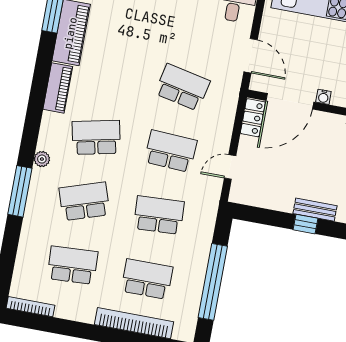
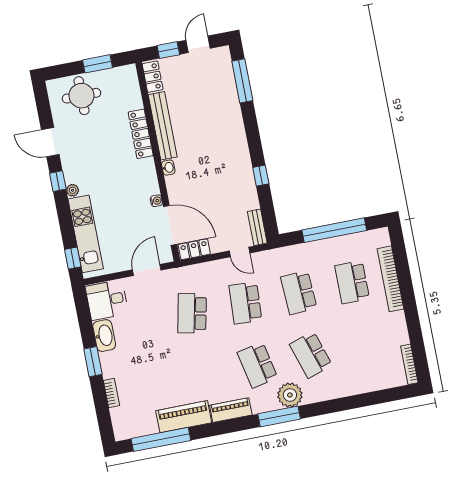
plant: (42, 159) -> (290, 395), width x1.87, depth x1.87
window: (20, 191) -> (279, 416), moved
bench: (315, 210) -> (257, 227), moved
school desk: (72, 265) -> (364, 344), removed

